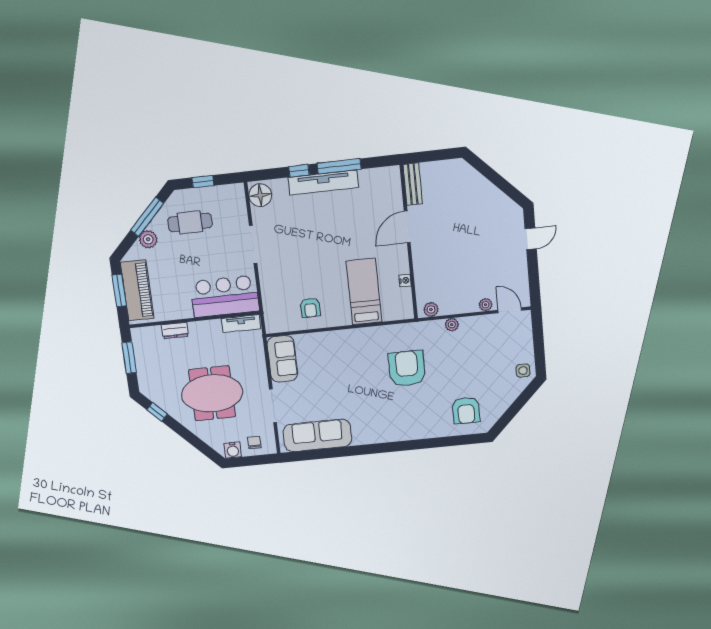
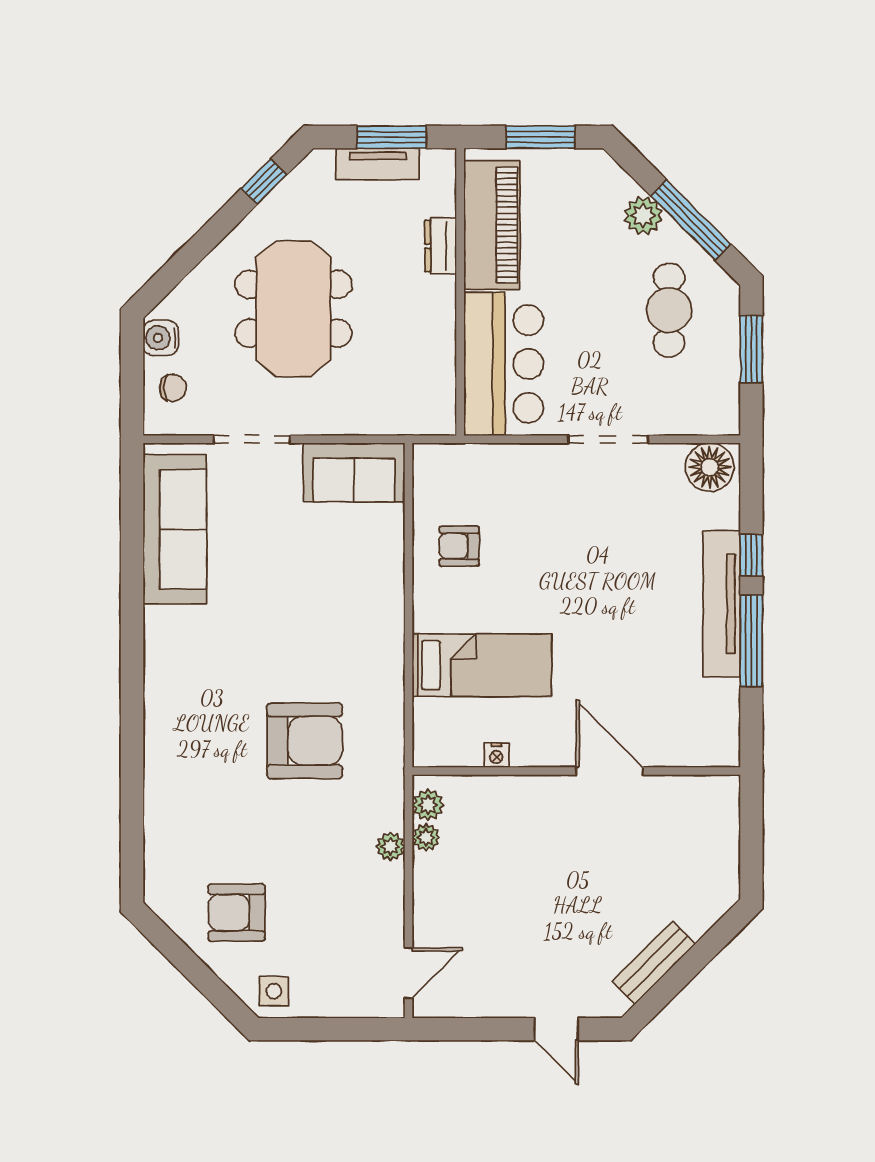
window: (203, 182) -> (751, 349), width x1.50
bench: (413, 184) -> (654, 963), moved, turned -45
piano: (137, 290) -> (492, 225), moved, turned -90
plant: (486, 305) -> (426, 837), moved
tv unit: (241, 324) -> (378, 164), moved, turned -90
armchair: (466, 410) -> (237, 913), moved

